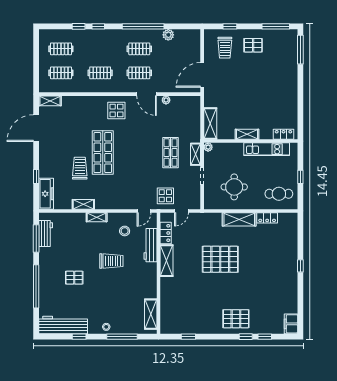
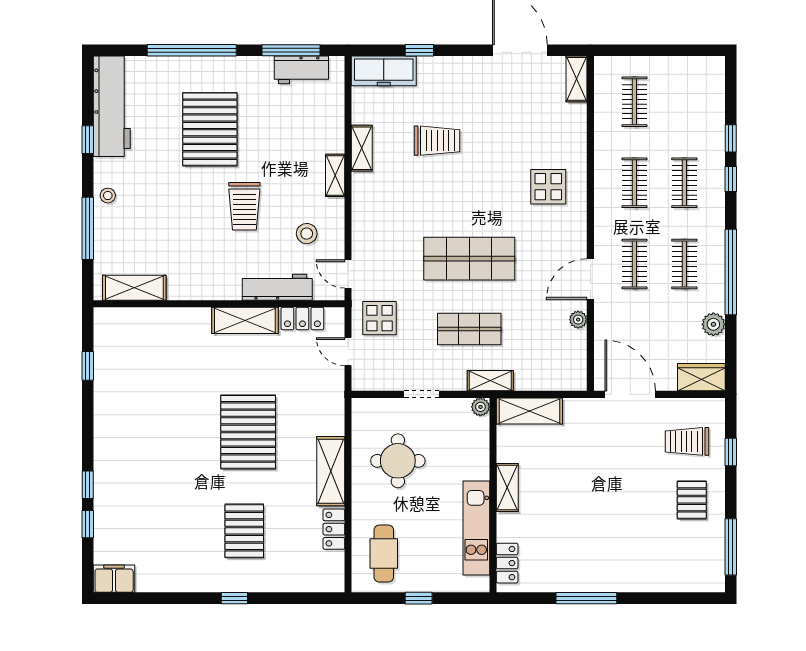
wardrobe: (194, 41) -> (701, 377), added
clothes rail: (61, 49) -> (684, 183), moved
window: (300, 50) -> (586, 598), moved
display table: (116, 110) -> (548, 187), moved
shop shelf: (103, 153) -> (469, 259), moved
shelving: (196, 154) -> (490, 381), moved
pallet: (74, 278) -> (210, 129), width x2.05, depth x2.00
pallet: (236, 319) -> (244, 531), moved

